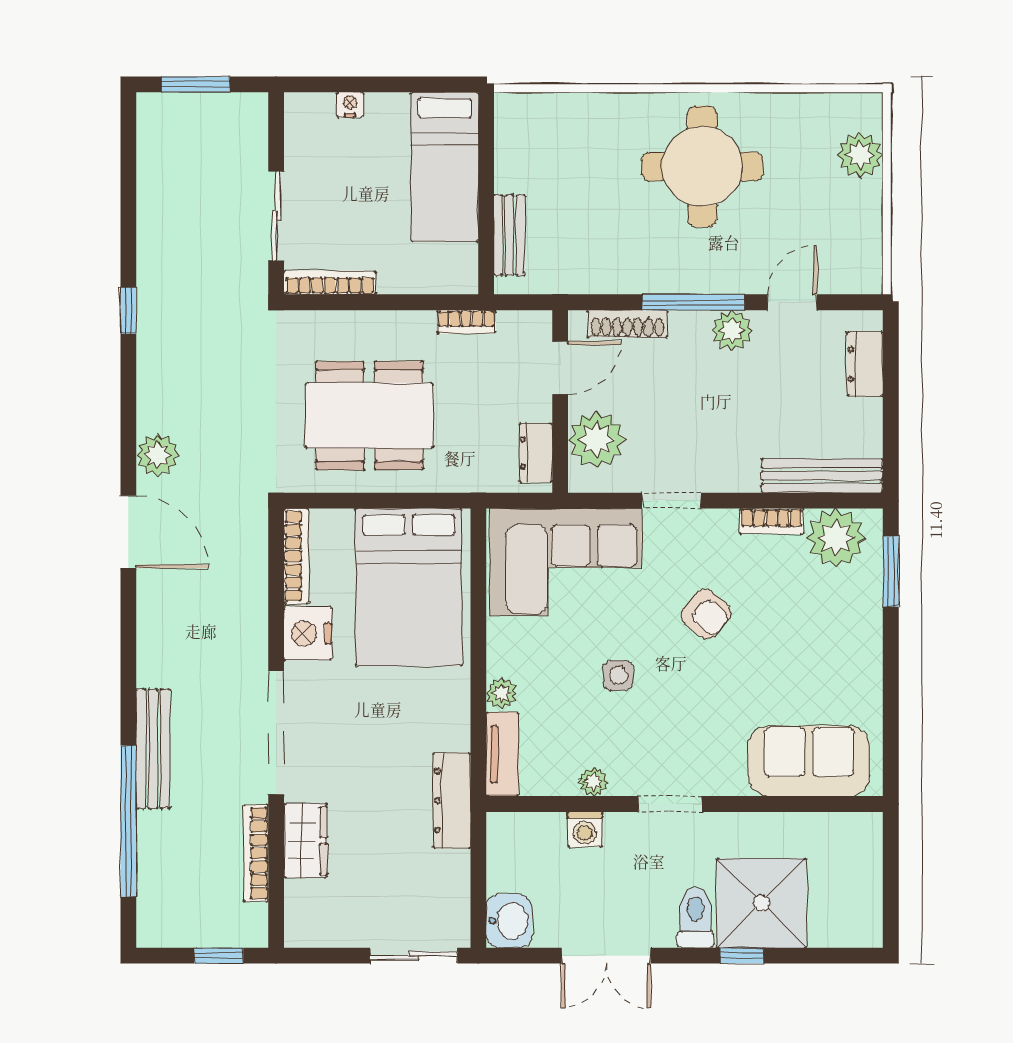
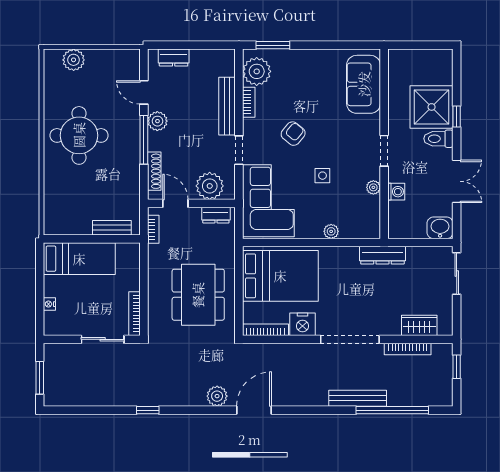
bookcase: (466, 322) -> (153, 229), moved
bench: (822, 476) -> (227, 106), moved
tv unit: (502, 754) -> (360, 231), removed
wardrobe: (305, 841) -> (419, 325), moved

